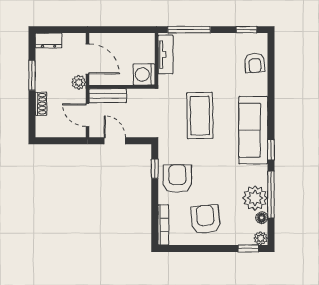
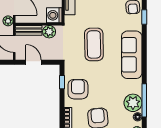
plant: (137, 98) -> (49, 32), added
window: (271, 150) -> (144, 17), moved

